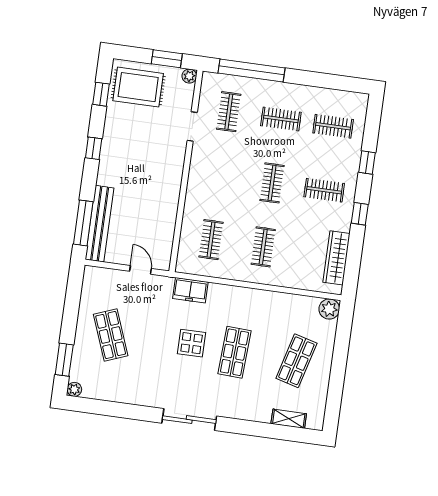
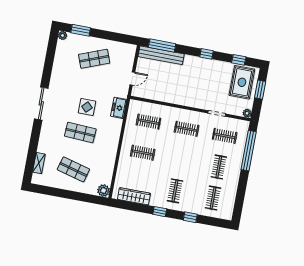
window: (167, 59) -> (260, 90), moved
clothes rail: (272, 183) -> (187, 129), moved

